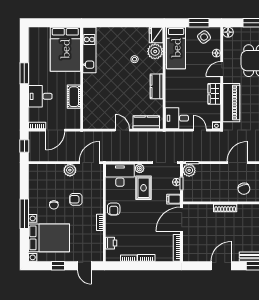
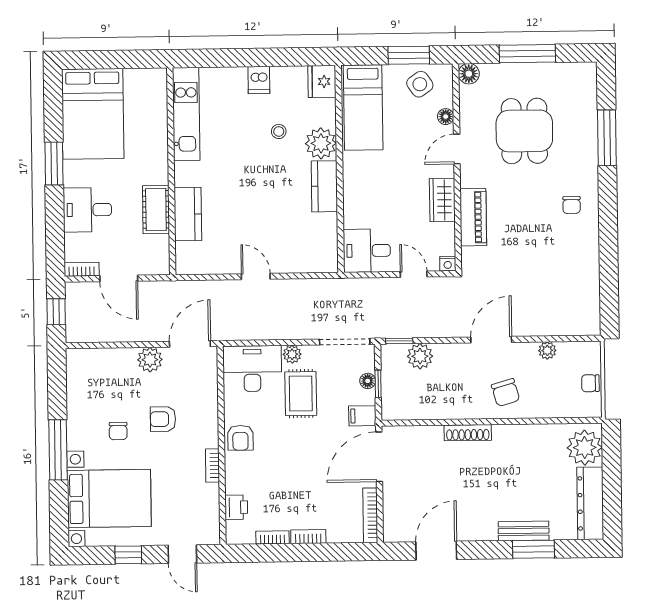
dishwasher: (125, 34) -> (259, 80), added
bed: (65, 49) -> (93, 114), moved
plant: (155, 51) -> (321, 143), moved
piano: (231, 103) -> (473, 217), width x0.73, depth x0.75
kitchen counter: (146, 122) -> (188, 214), moved, turned 90
door: (55, 130) -> (119, 278), hinge flipped
plant: (189, 170) -> (420, 356), moved
door: (221, 266) -> (436, 551), moved

